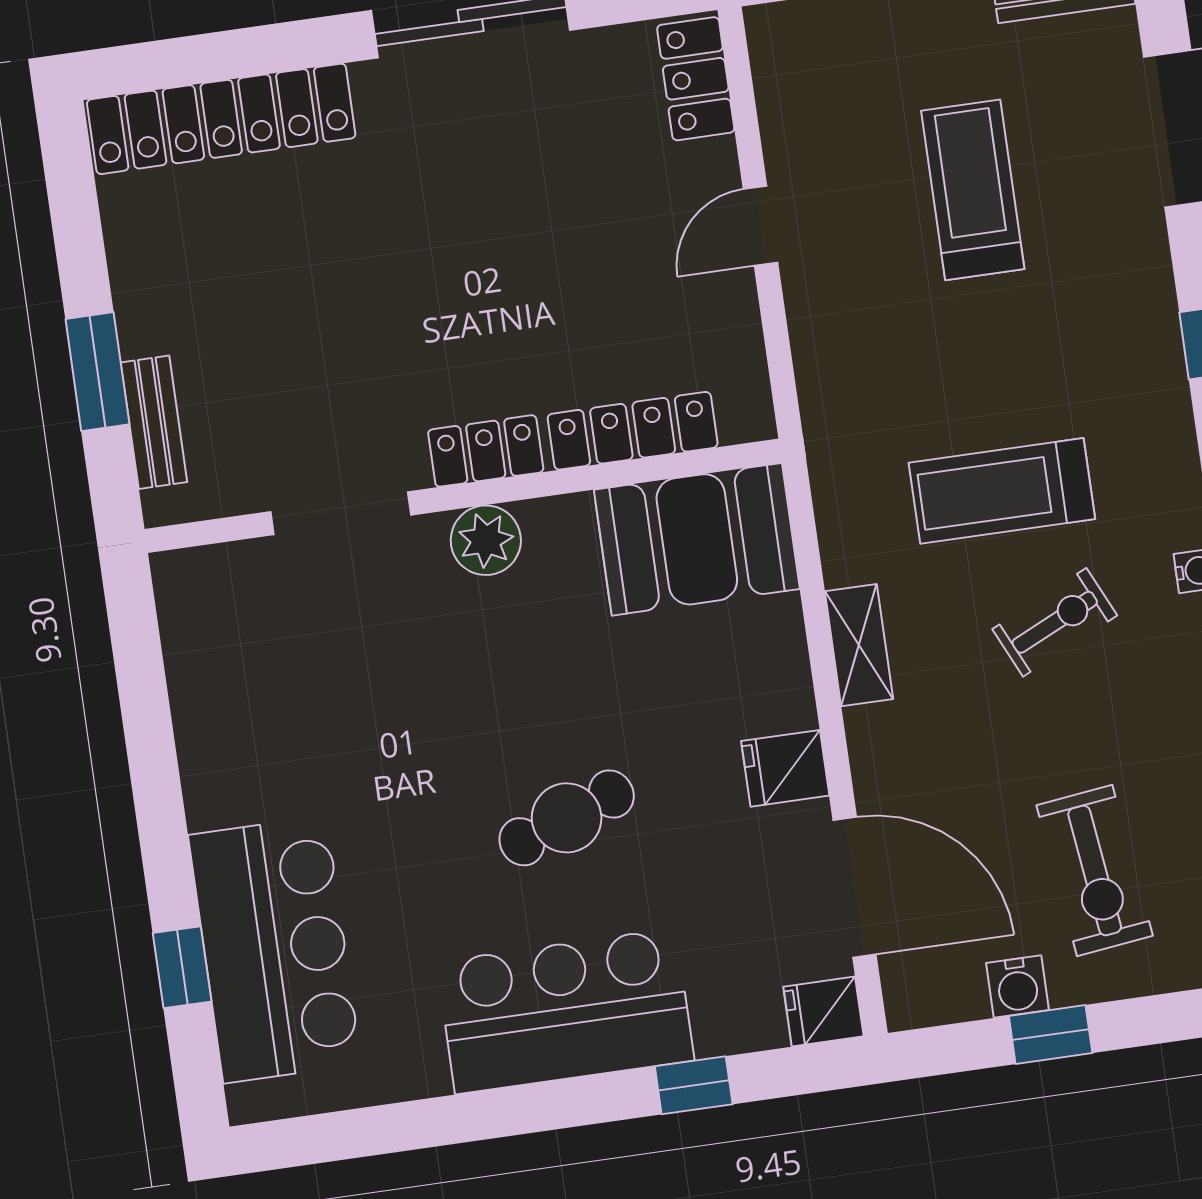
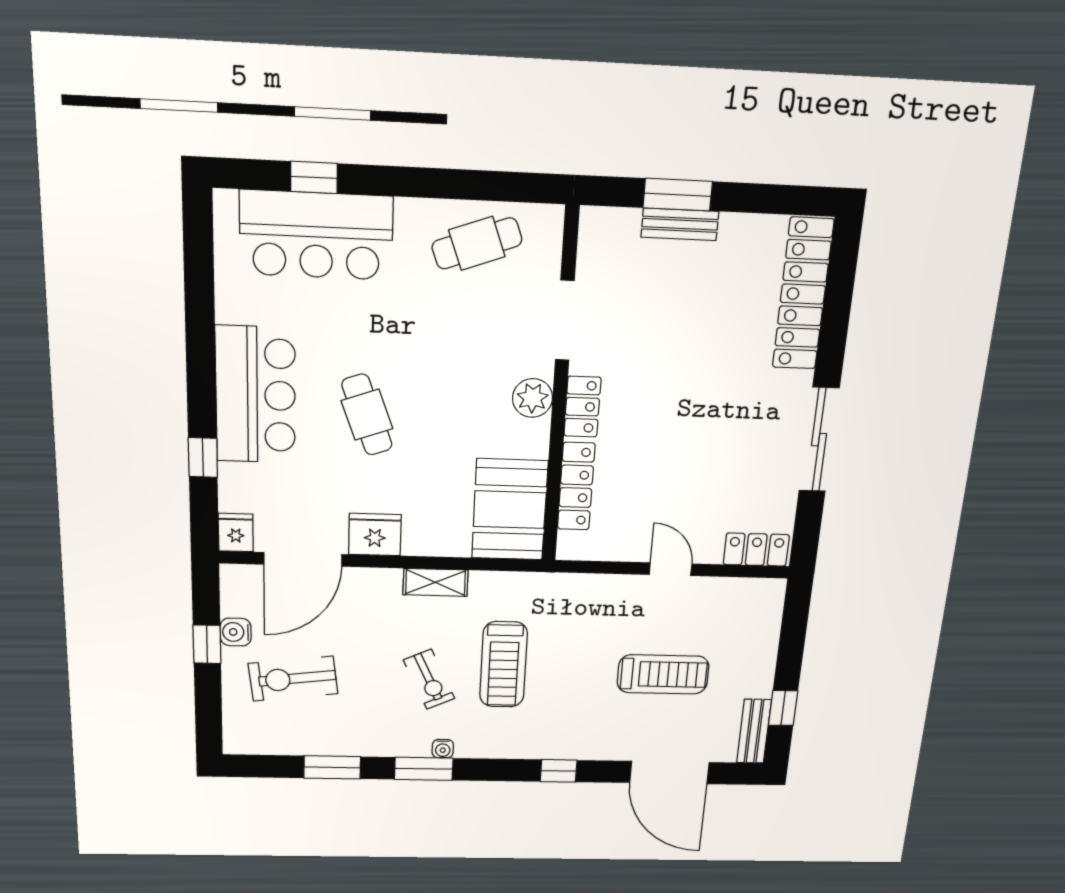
bench: (154, 422) -> (680, 224), moved
treadmill: (1002, 491) -> (504, 665), turned 180
cafe table: (239, 685) -> (477, 243), added
fridge: (785, 768) -> (375, 535), width x1.38

